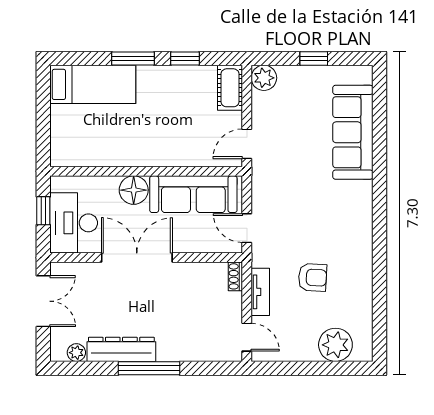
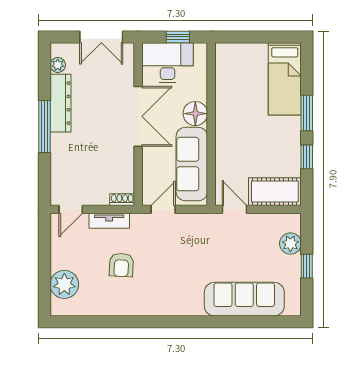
plant: (264, 78) -> (290, 244), moved
cot: (230, 88) -> (275, 192), width x1.37, depth x1.34

